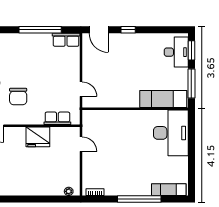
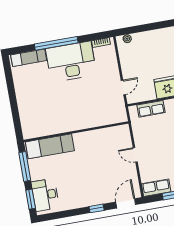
door: (99, 30) -> (126, 203), hinge flipped
door: (81, 89) -> (135, 155), moved
desk: (171, 133) -> (71, 62), moved, turned 90
door: (81, 144) -> (123, 87), swing flipped

